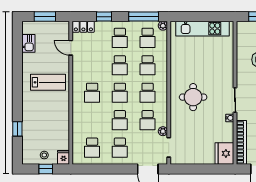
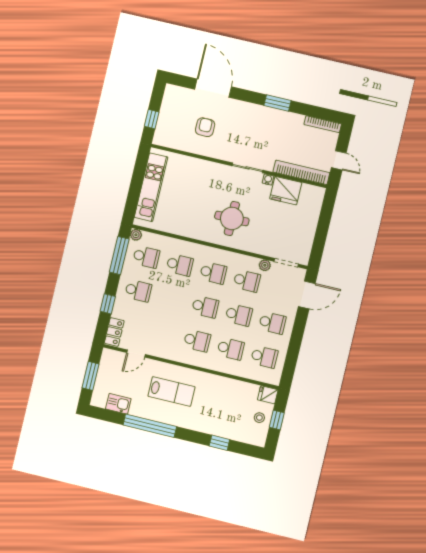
school desk: (120, 65) -> (231, 349), moved
window: (17, 72) -> (150, 426), added
lab bench: (48, 82) -> (172, 391), turned 90
fridge: (224, 153) -> (286, 191), moved

